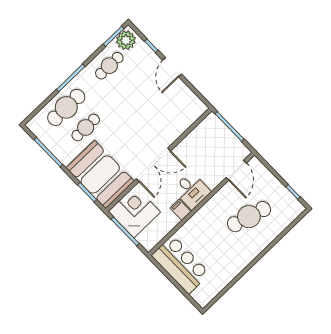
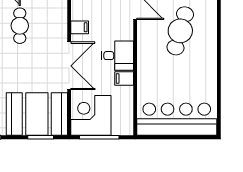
cafe table: (148, 106) -> (20, 26), added
filing cabinet: (186, 147) -> (80, 27), added
bar counter: (181, 264) -> (177, 119), width x1.36

